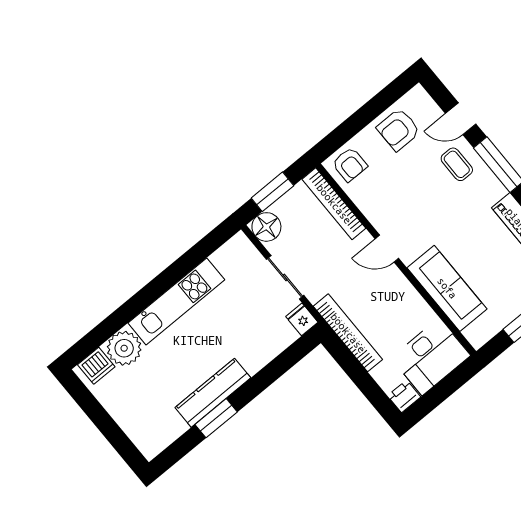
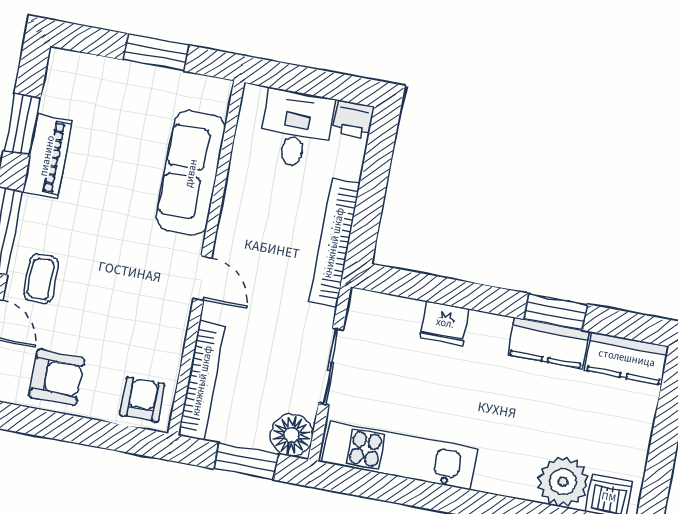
kitchen unit: (176, 301) -> (400, 455), moved
fridge: (302, 319) -> (445, 323), moved, width x1.38
desk: (431, 357) -> (296, 129), width x0.73
kitchen counter: (213, 393) -> (548, 343), width x0.67
kitchen counter: (161, 435) -> (627, 358), added

